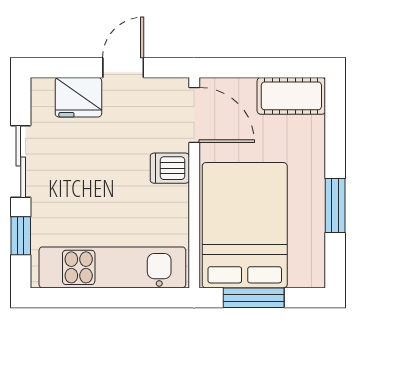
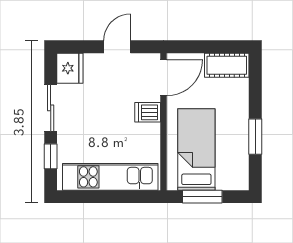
fridge: (78, 97) -> (70, 68), moved, turned -90
door: (194, 115) -> (163, 78), hinge flipped
bed: (245, 225) -> (196, 149), width x0.67

